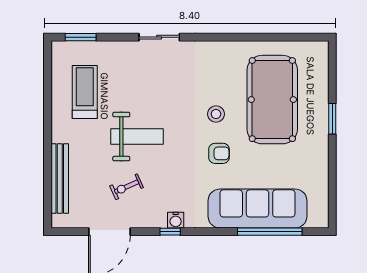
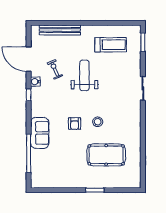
pool table: (272, 100) -> (106, 155), width x0.73, depth x0.76
weight bench: (137, 137) -> (84, 75), turned 180
sofa: (258, 209) -> (40, 133), width x0.54, depth x0.79
water cooler: (176, 220) -> (35, 82), moved

